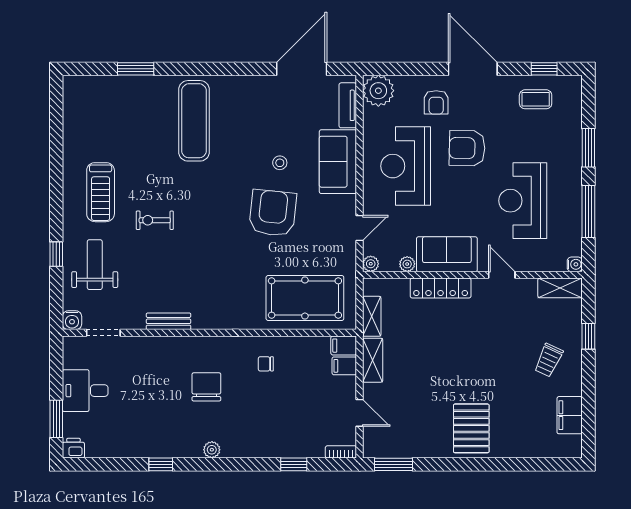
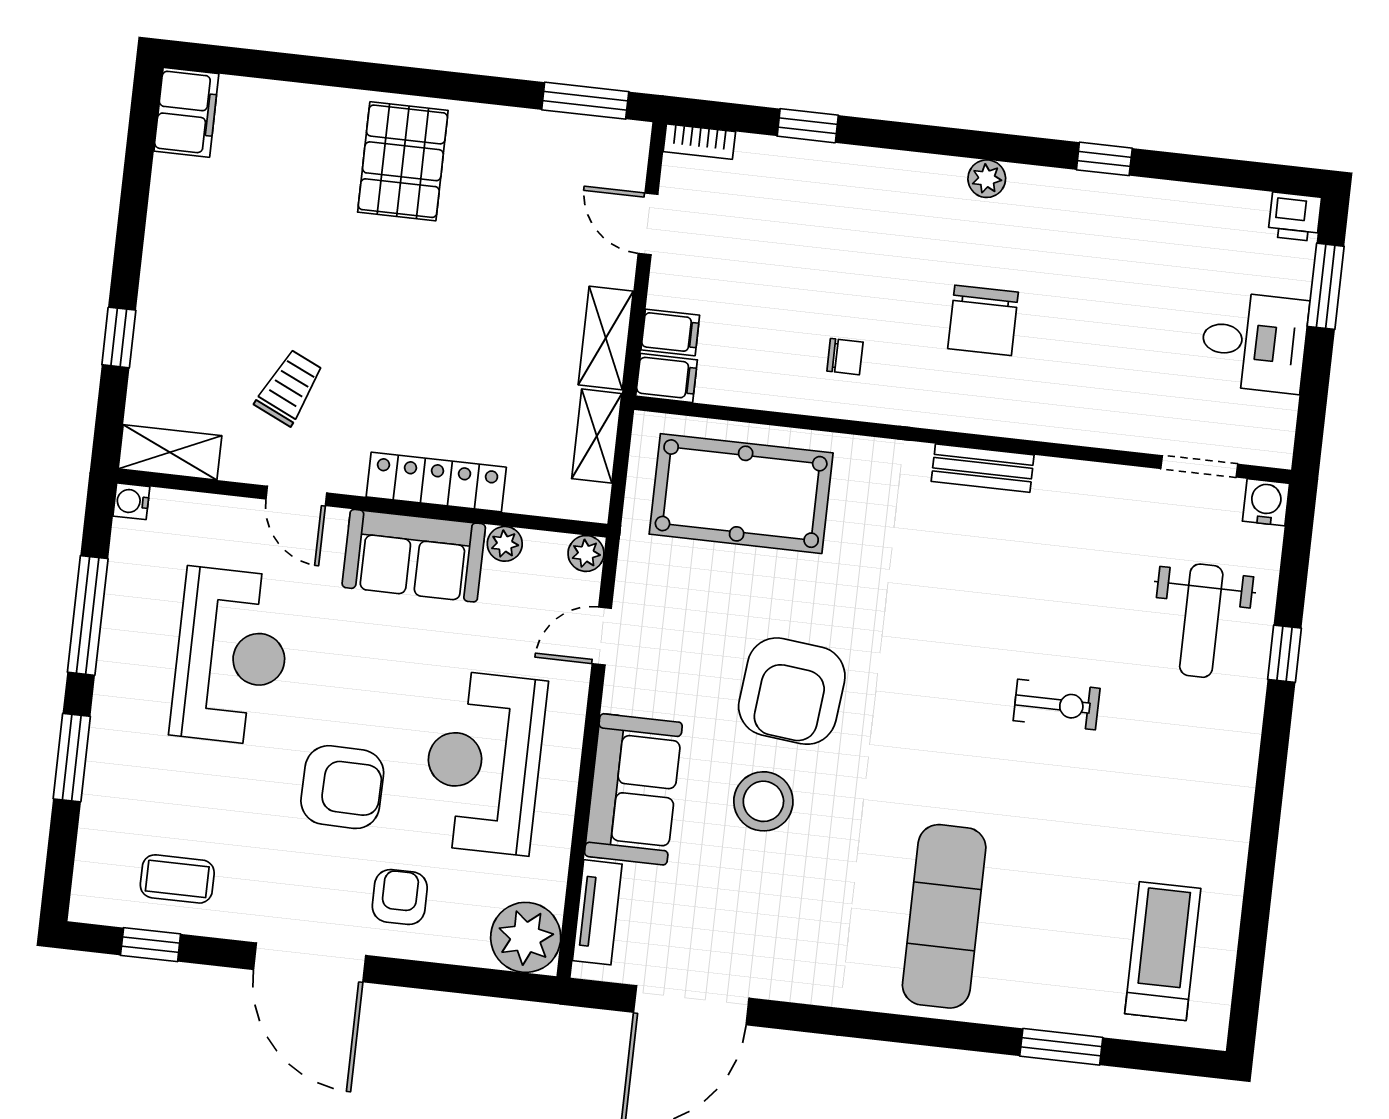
stool: (280, 163) -> (763, 801), width x1.89, depth x1.89
reception desk: (406, 166) -> (484, 763), turned 180
treadmill: (101, 192) -> (1163, 951), moved
bench: (168, 321) -> (983, 468), moved
trolley: (549, 360) -> (289, 388), moved
filing cabinet: (570, 415) -> (186, 112), moved

